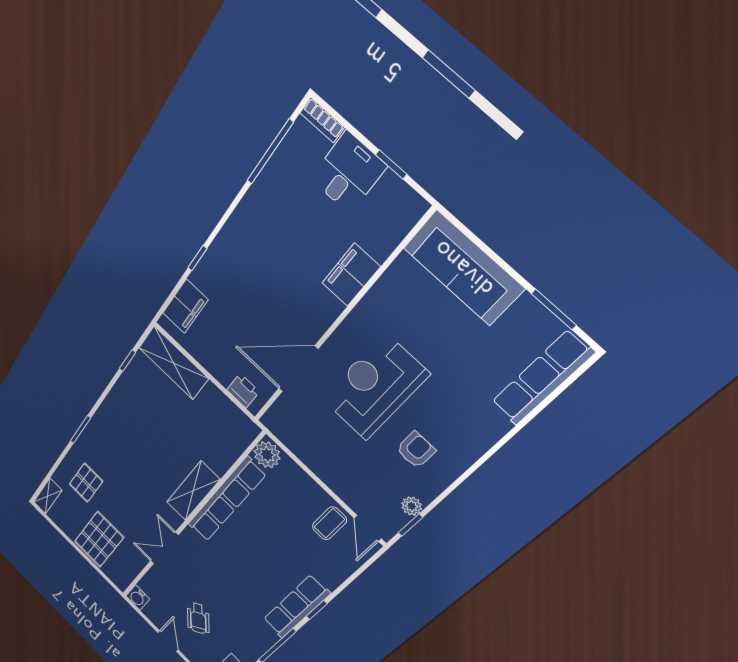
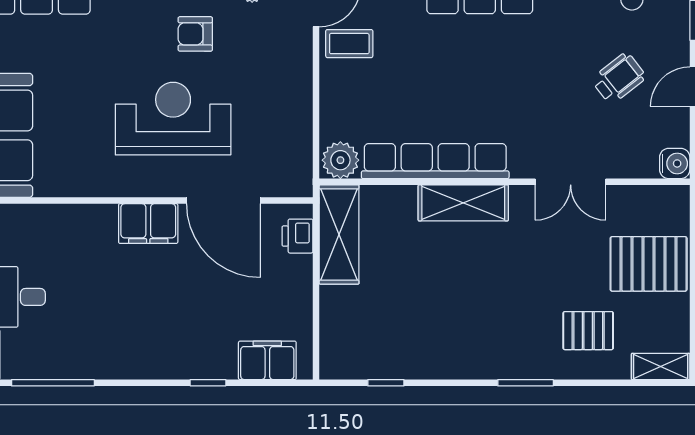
filing cabinet: (351, 275) -> (148, 224), moved
shelving: (173, 363) -> (339, 235), moved
reception desk: (375, 387) -> (173, 119), turned 180

